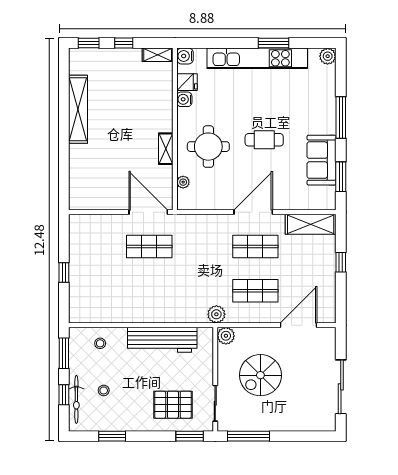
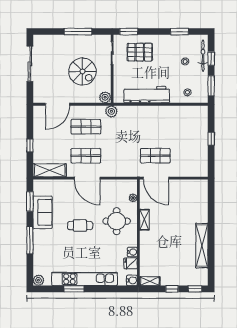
door: (253, 212) -> (87, 178), hinge flipped
spiral stairs: (260, 375) -> (82, 71), turned 90
window: (248, 436) -> (78, 32), moved

